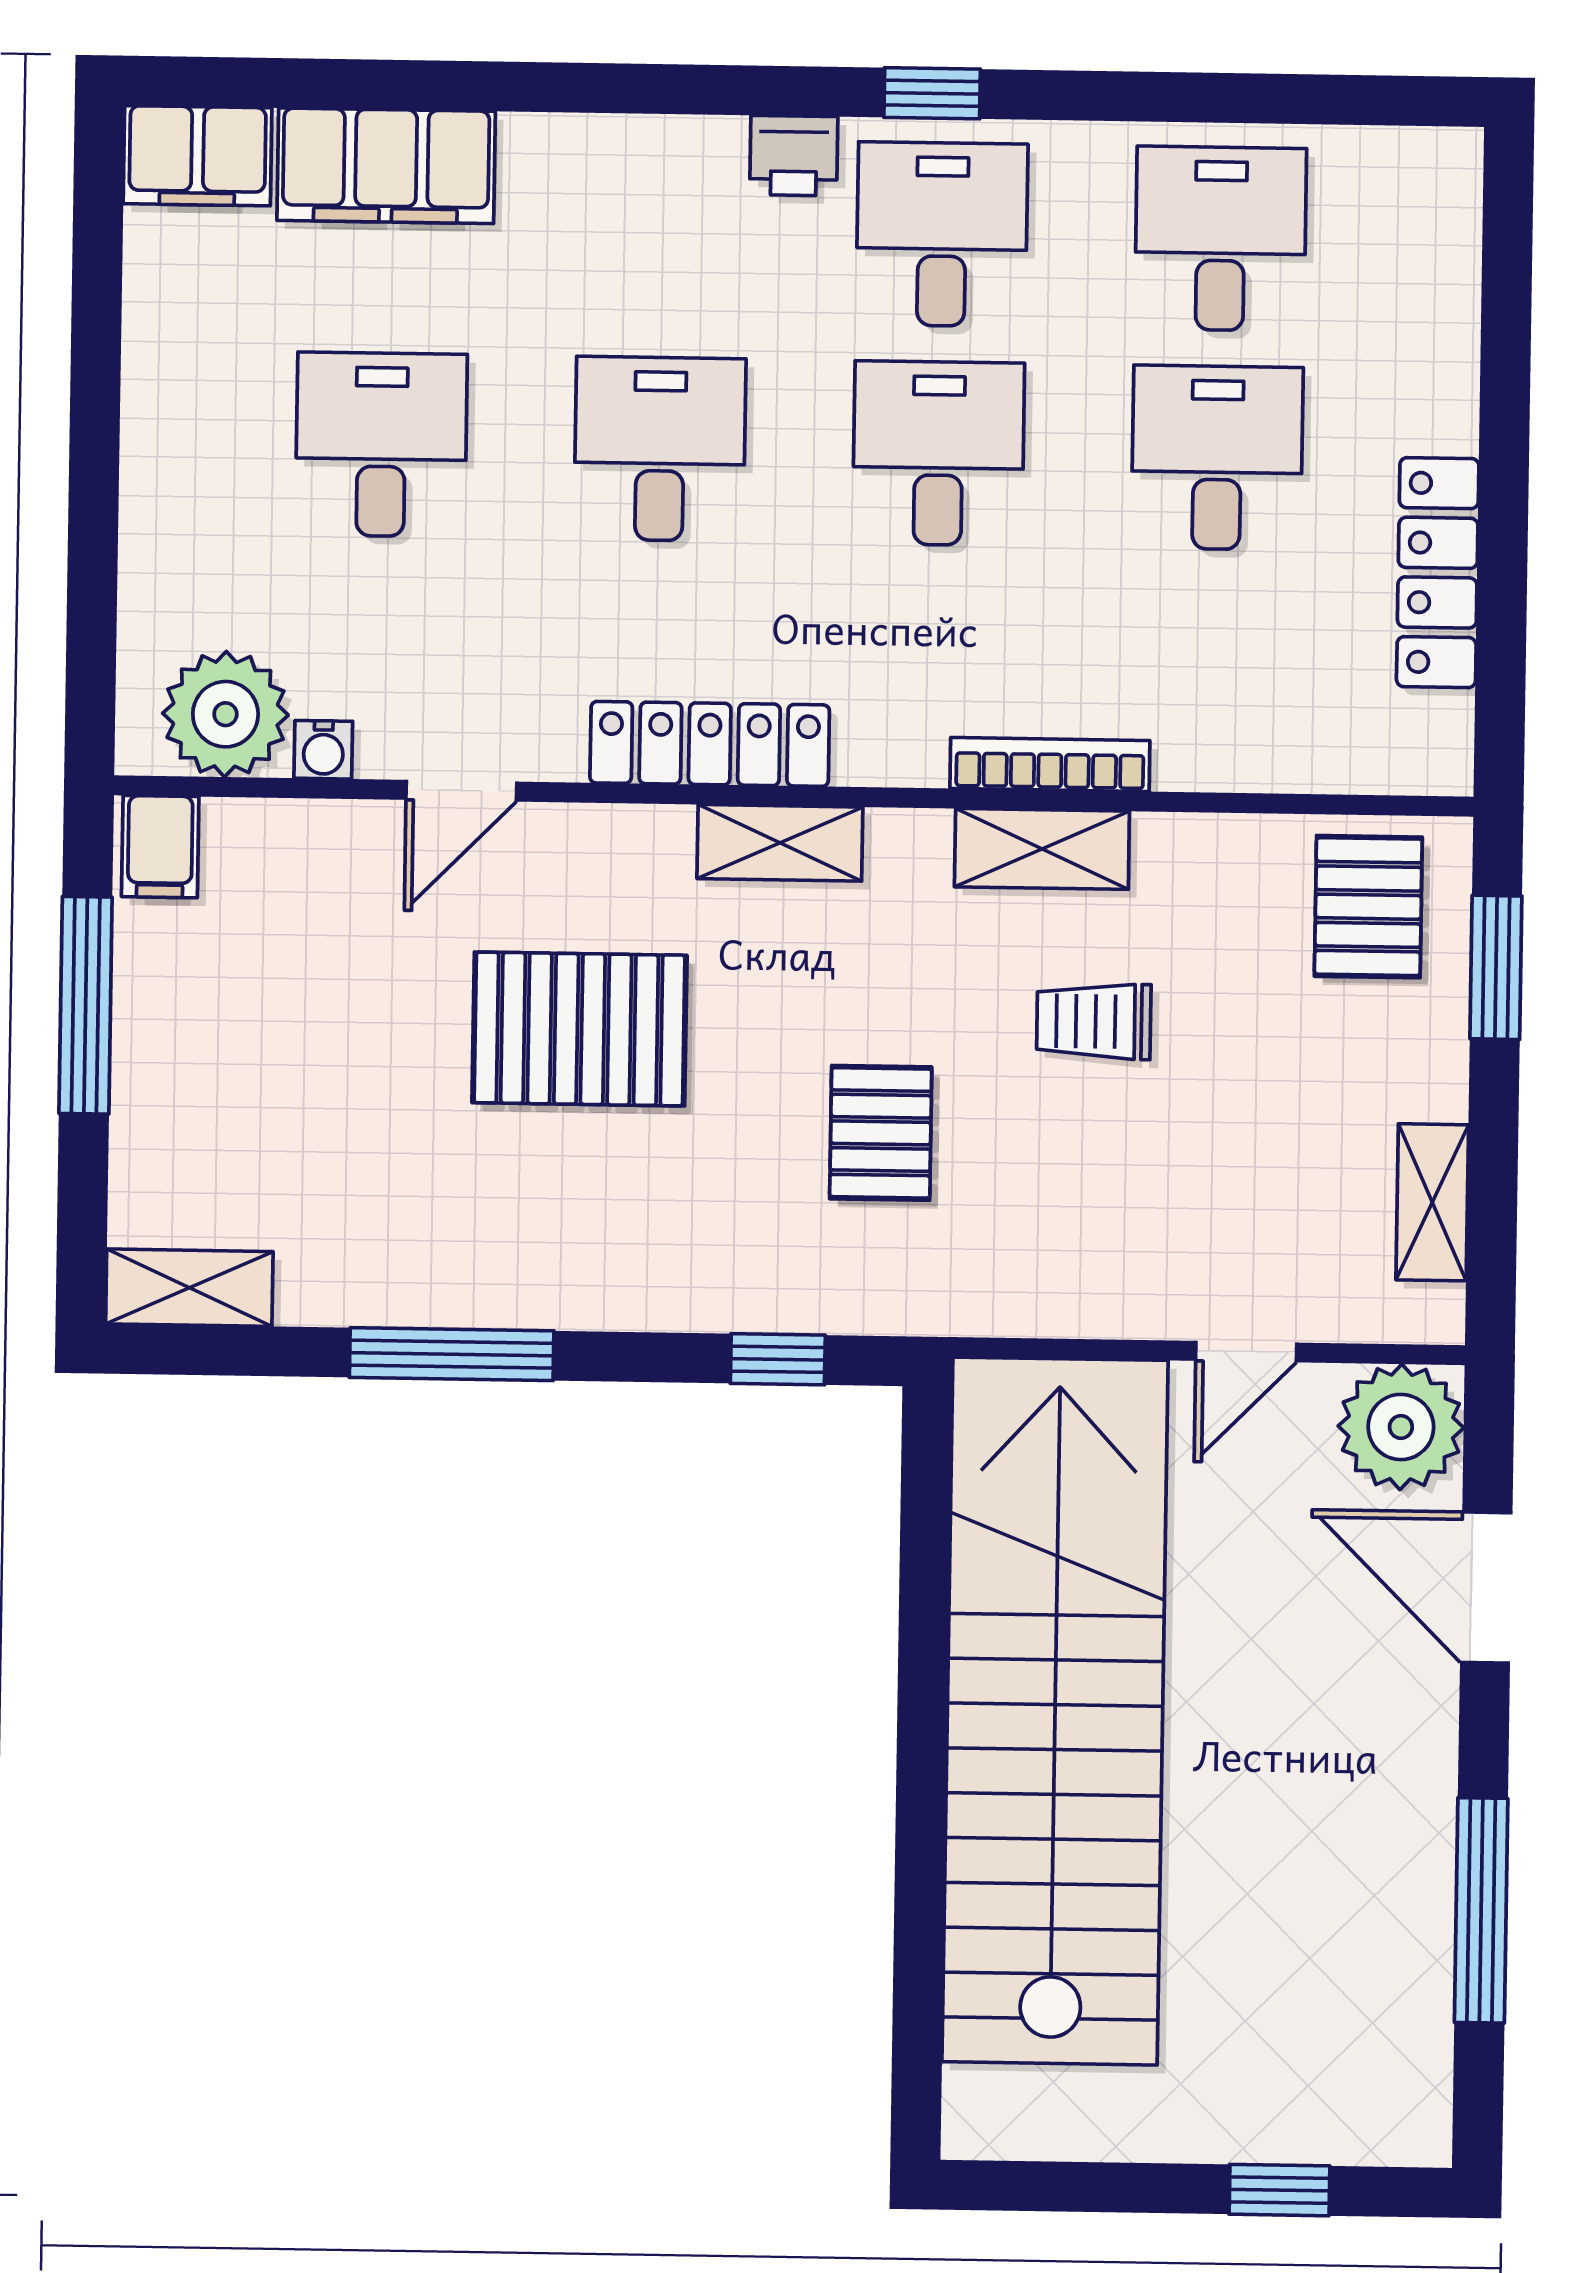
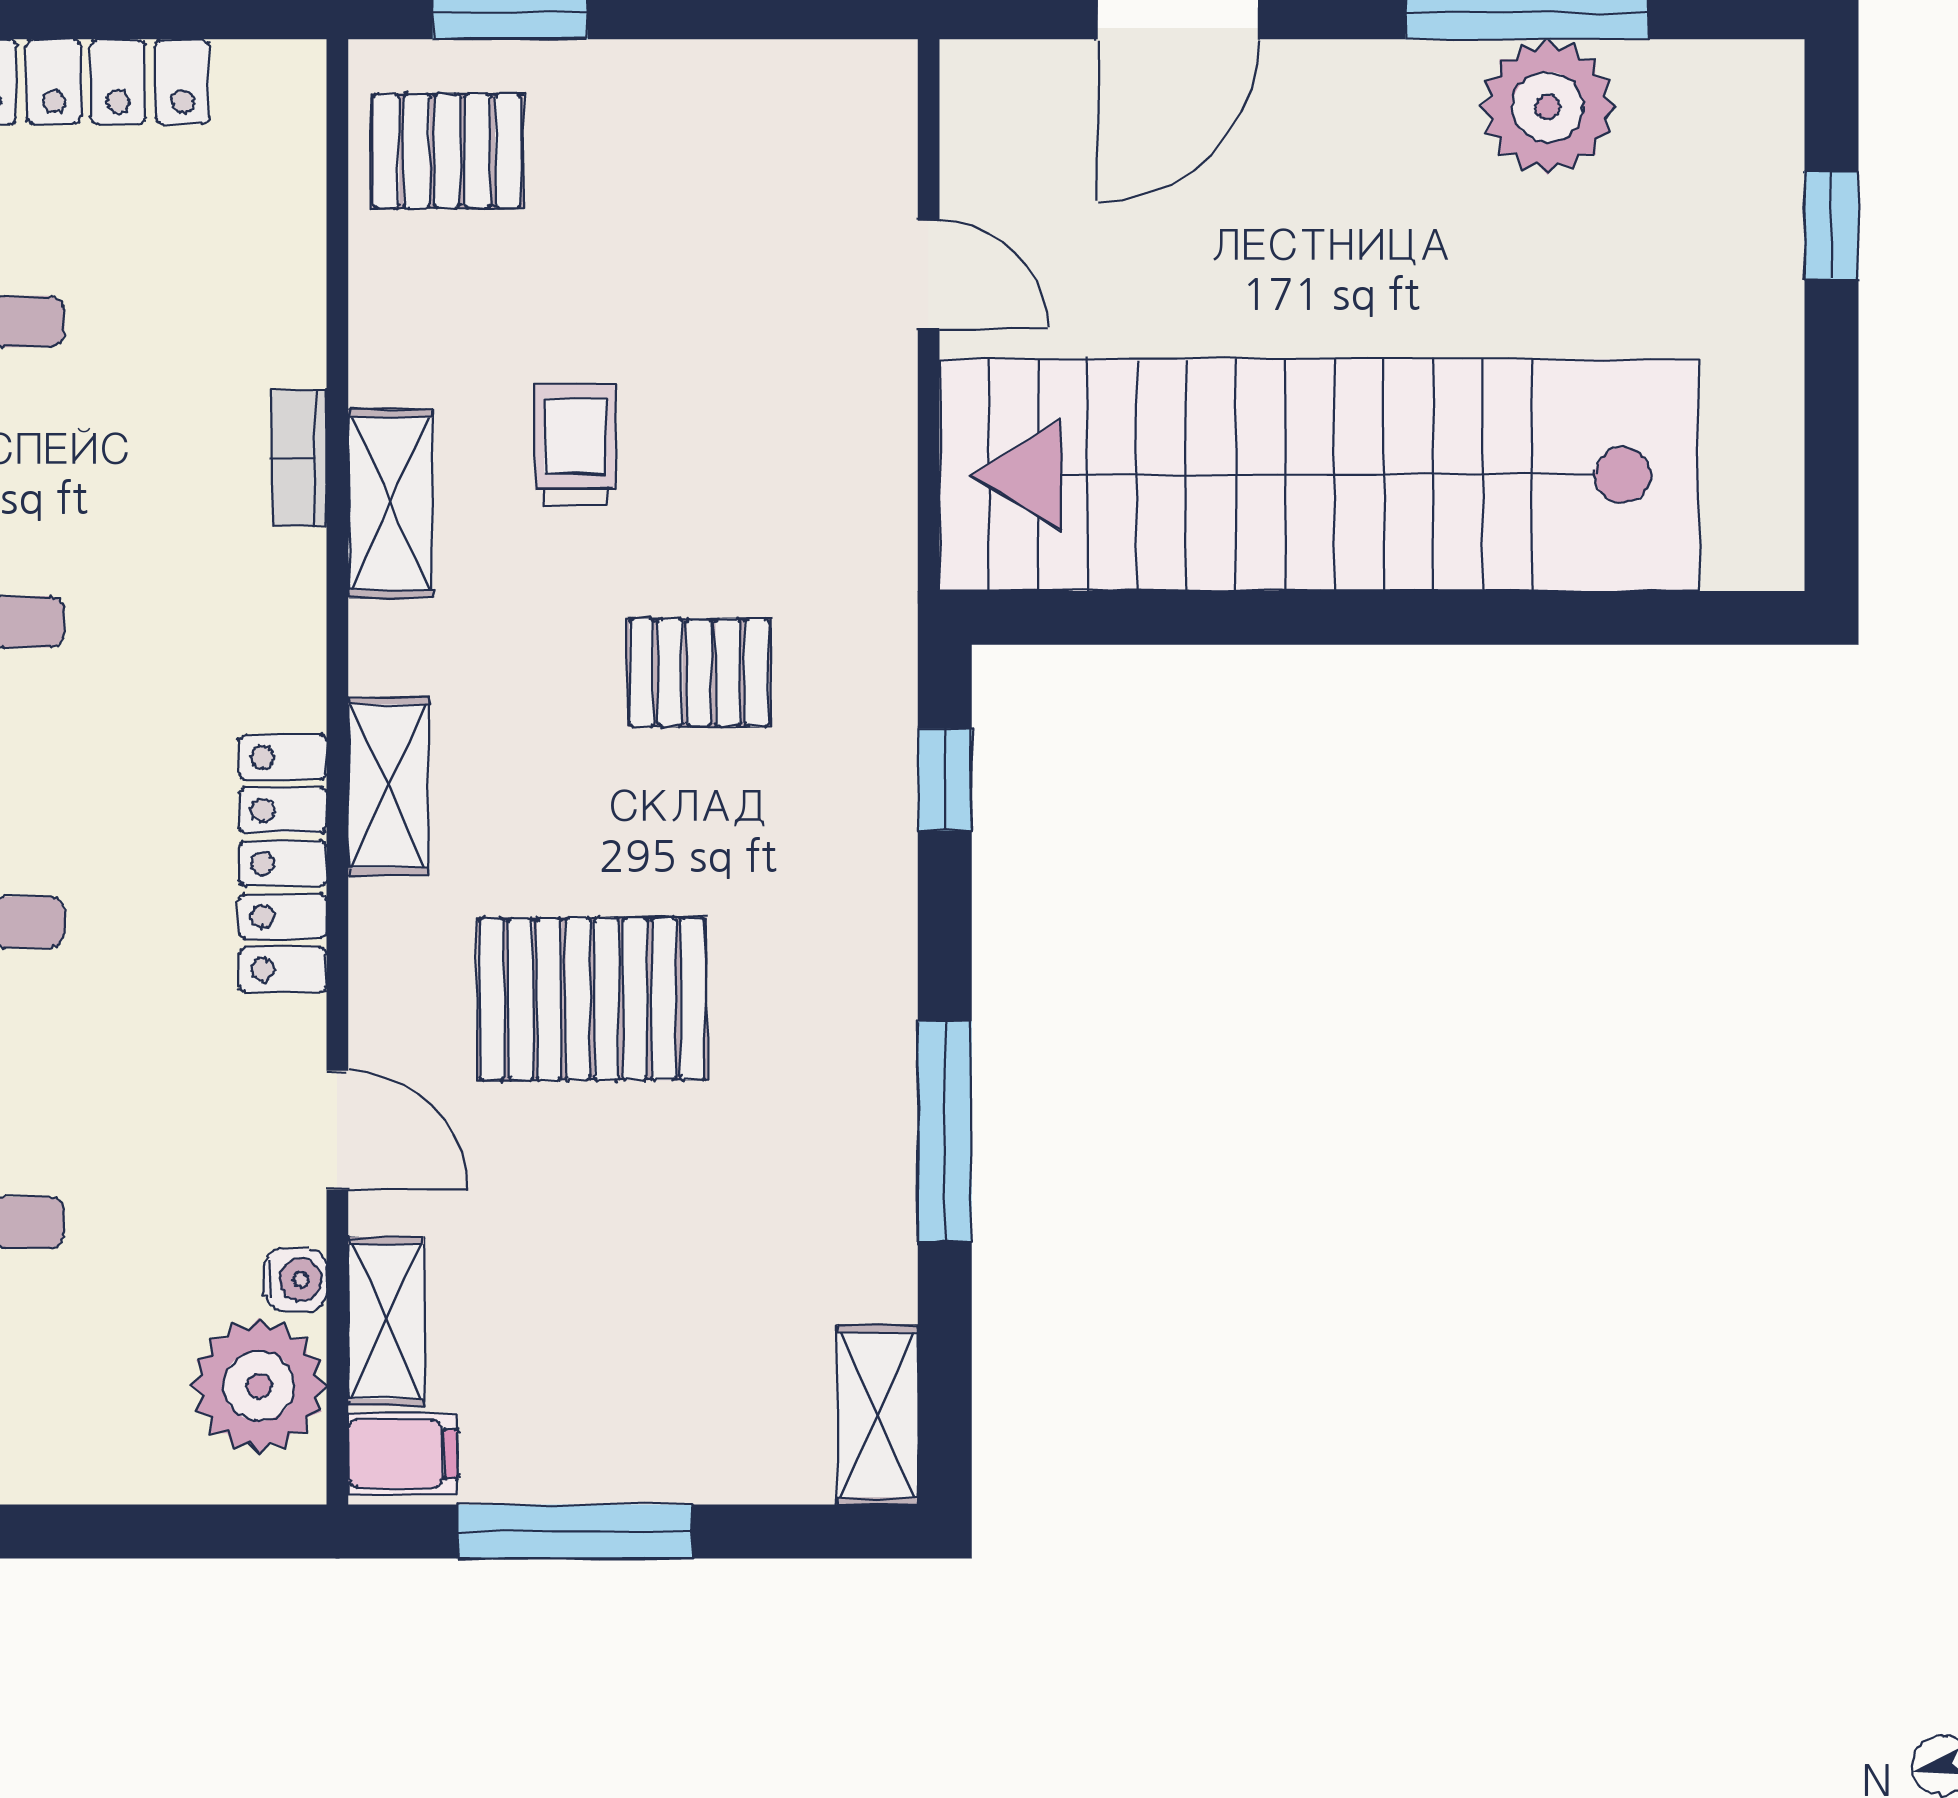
bookcase: (1050, 765) -> (299, 458), width x0.64
trolley: (1094, 1021) -> (575, 445), turned 180
pallet: (580, 1029) -> (592, 999), turned 90
shelving: (1432, 1202) -> (386, 1322), moved, turned 90
plant: (1401, 1427) -> (1548, 107), moved

